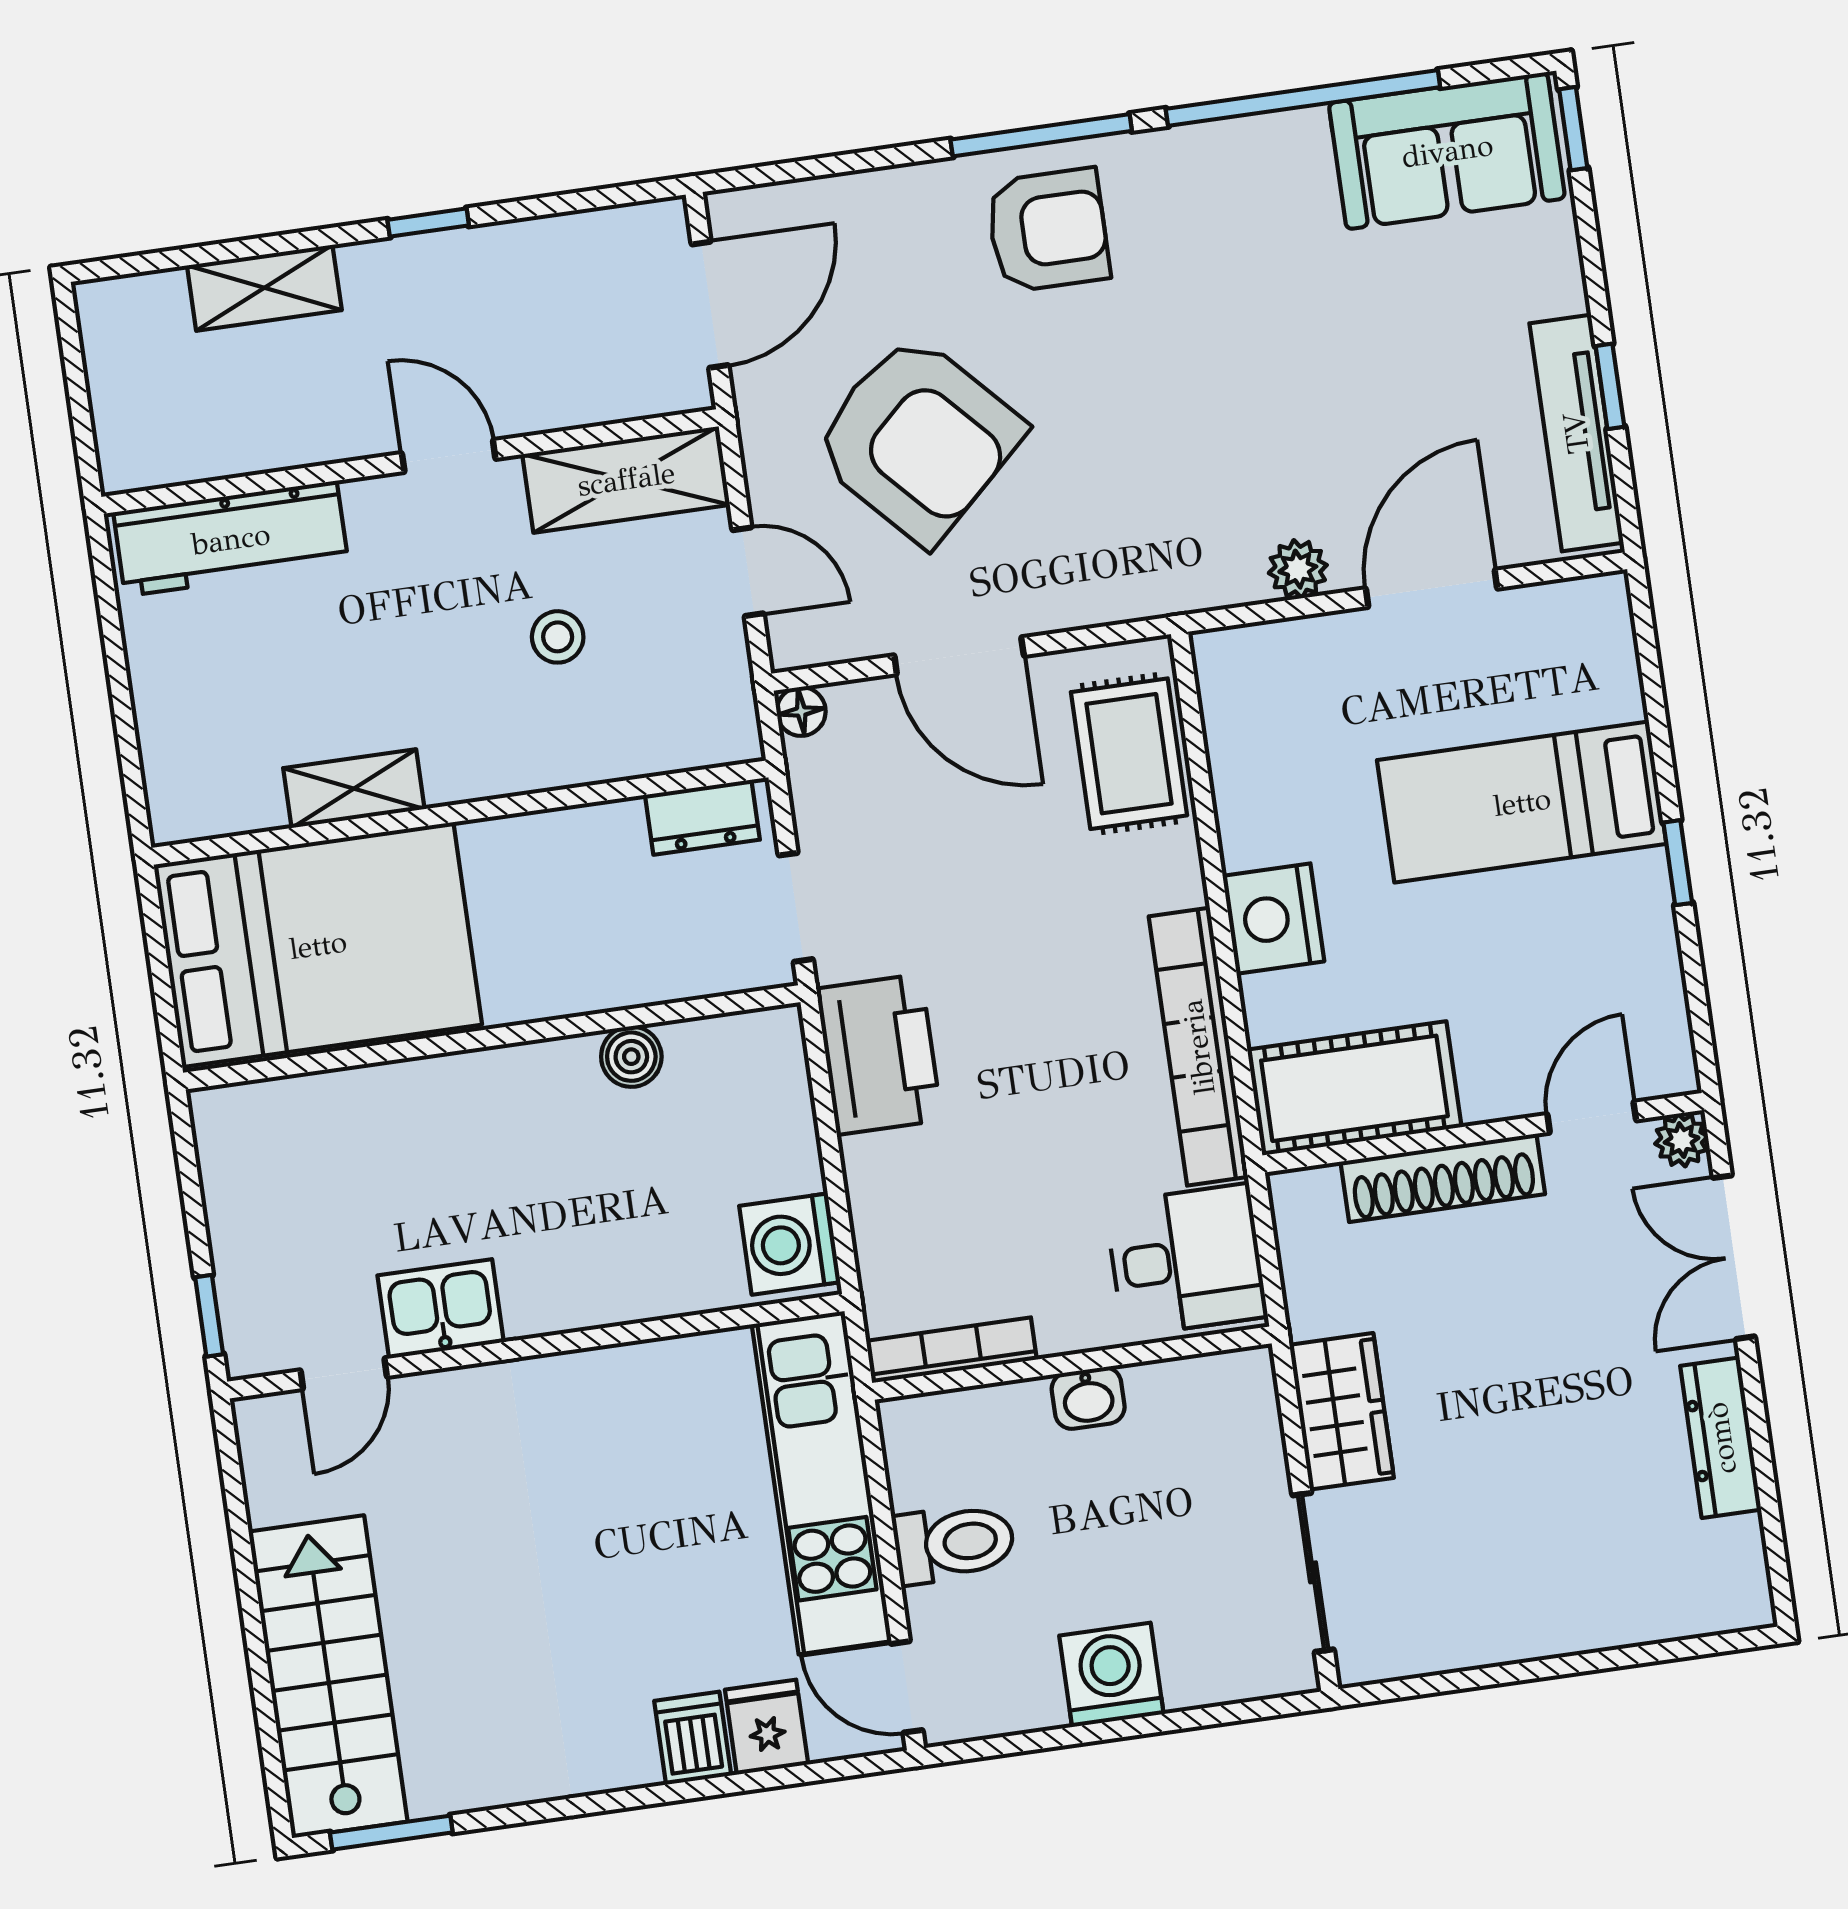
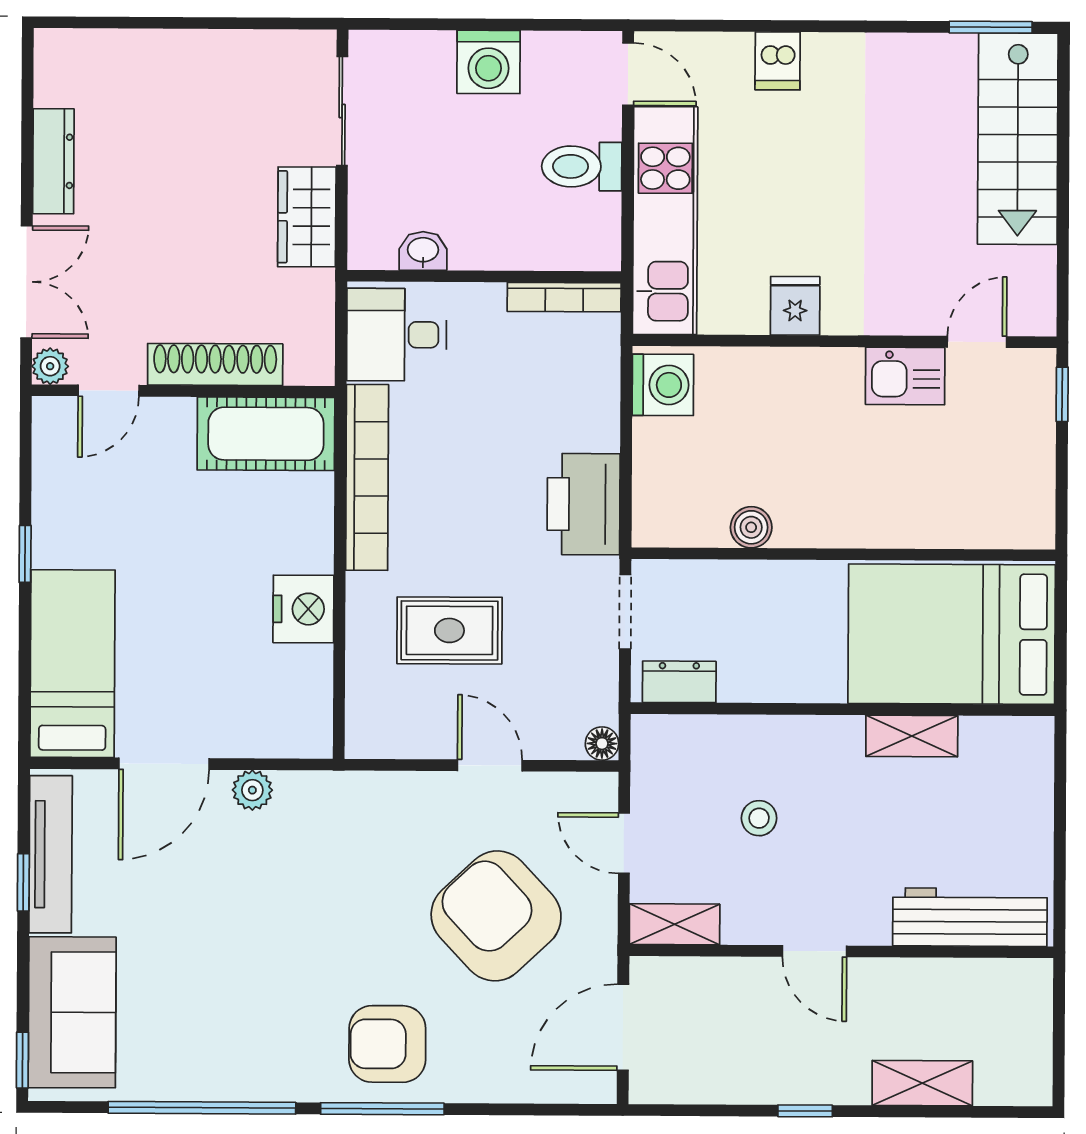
sofa: (1447, 151) -> (72, 1012), moved, turned 90
shelving: (626, 479) -> (675, 924), width x0.67, depth x0.75
door: (959, 656) -> (490, 765), width x0.73
rug: (1129, 754) -> (449, 630), moved, turned 90
bed: (1522, 802) -> (73, 664), moved, turned -90
nightstand: (1273, 919) -> (303, 609), moved
washbasin: (1088, 1398) -> (423, 251), moved
fridge: (767, 1727) -> (795, 306), moved, turned 180

